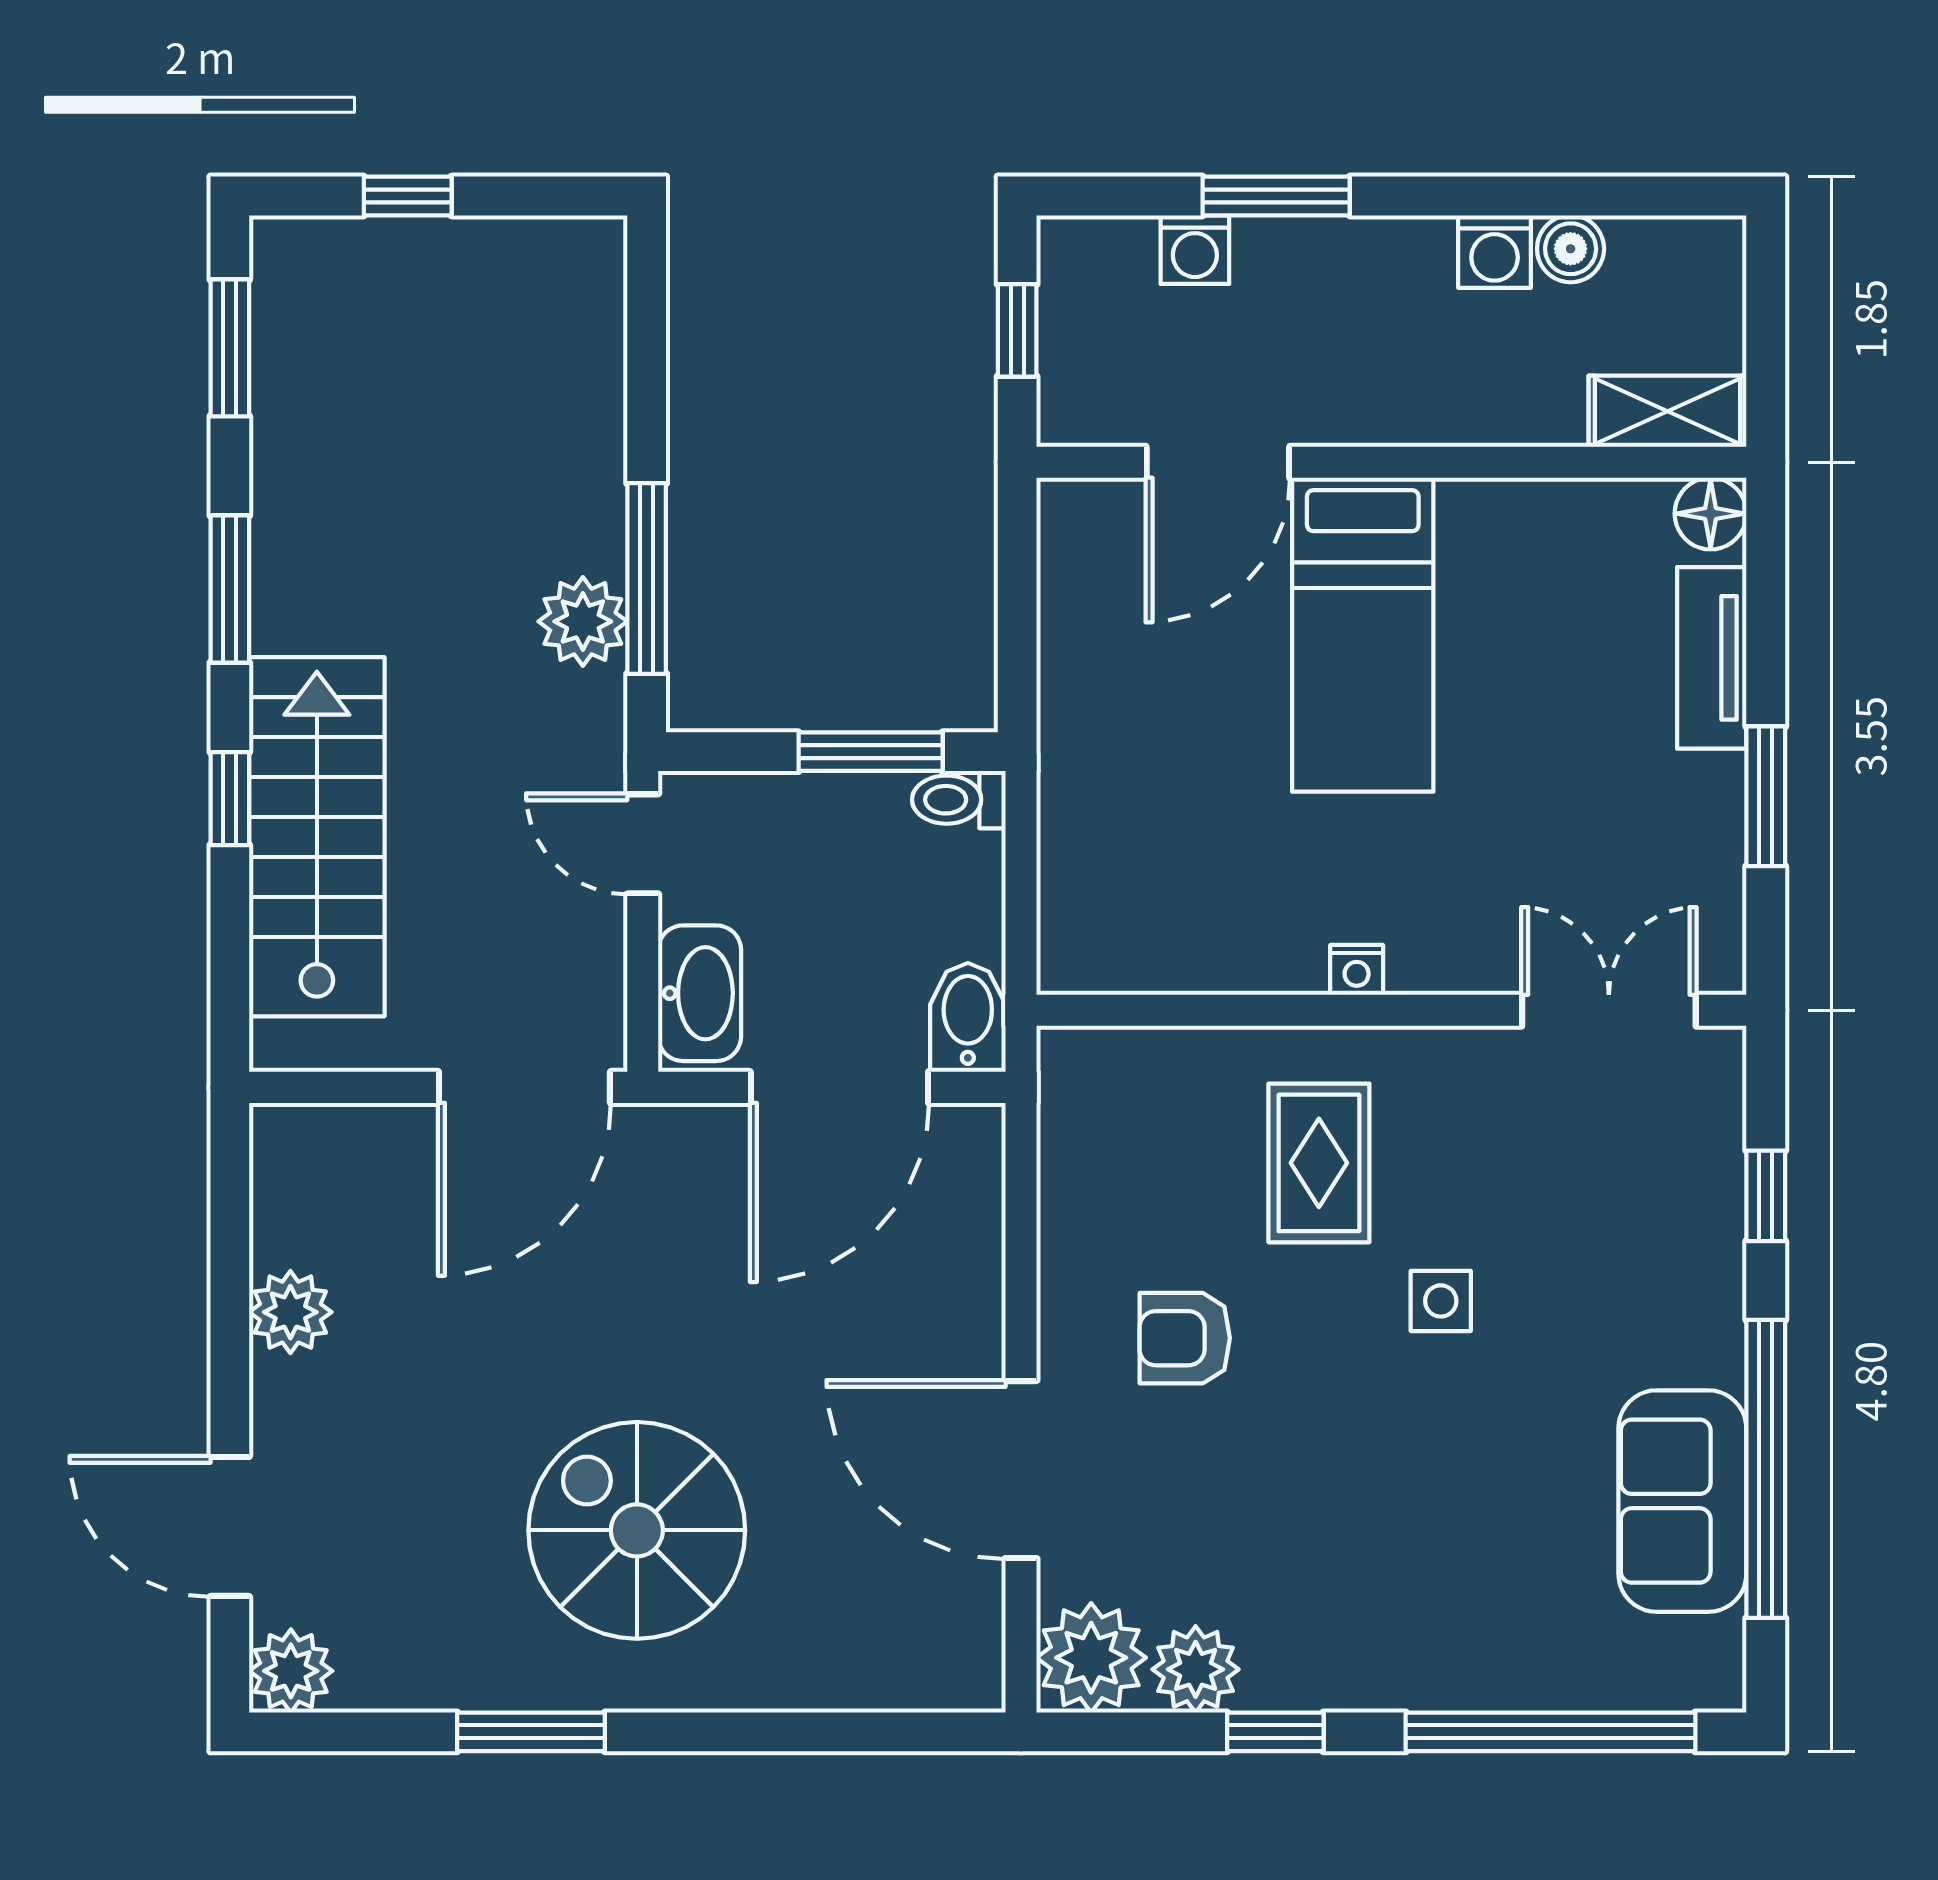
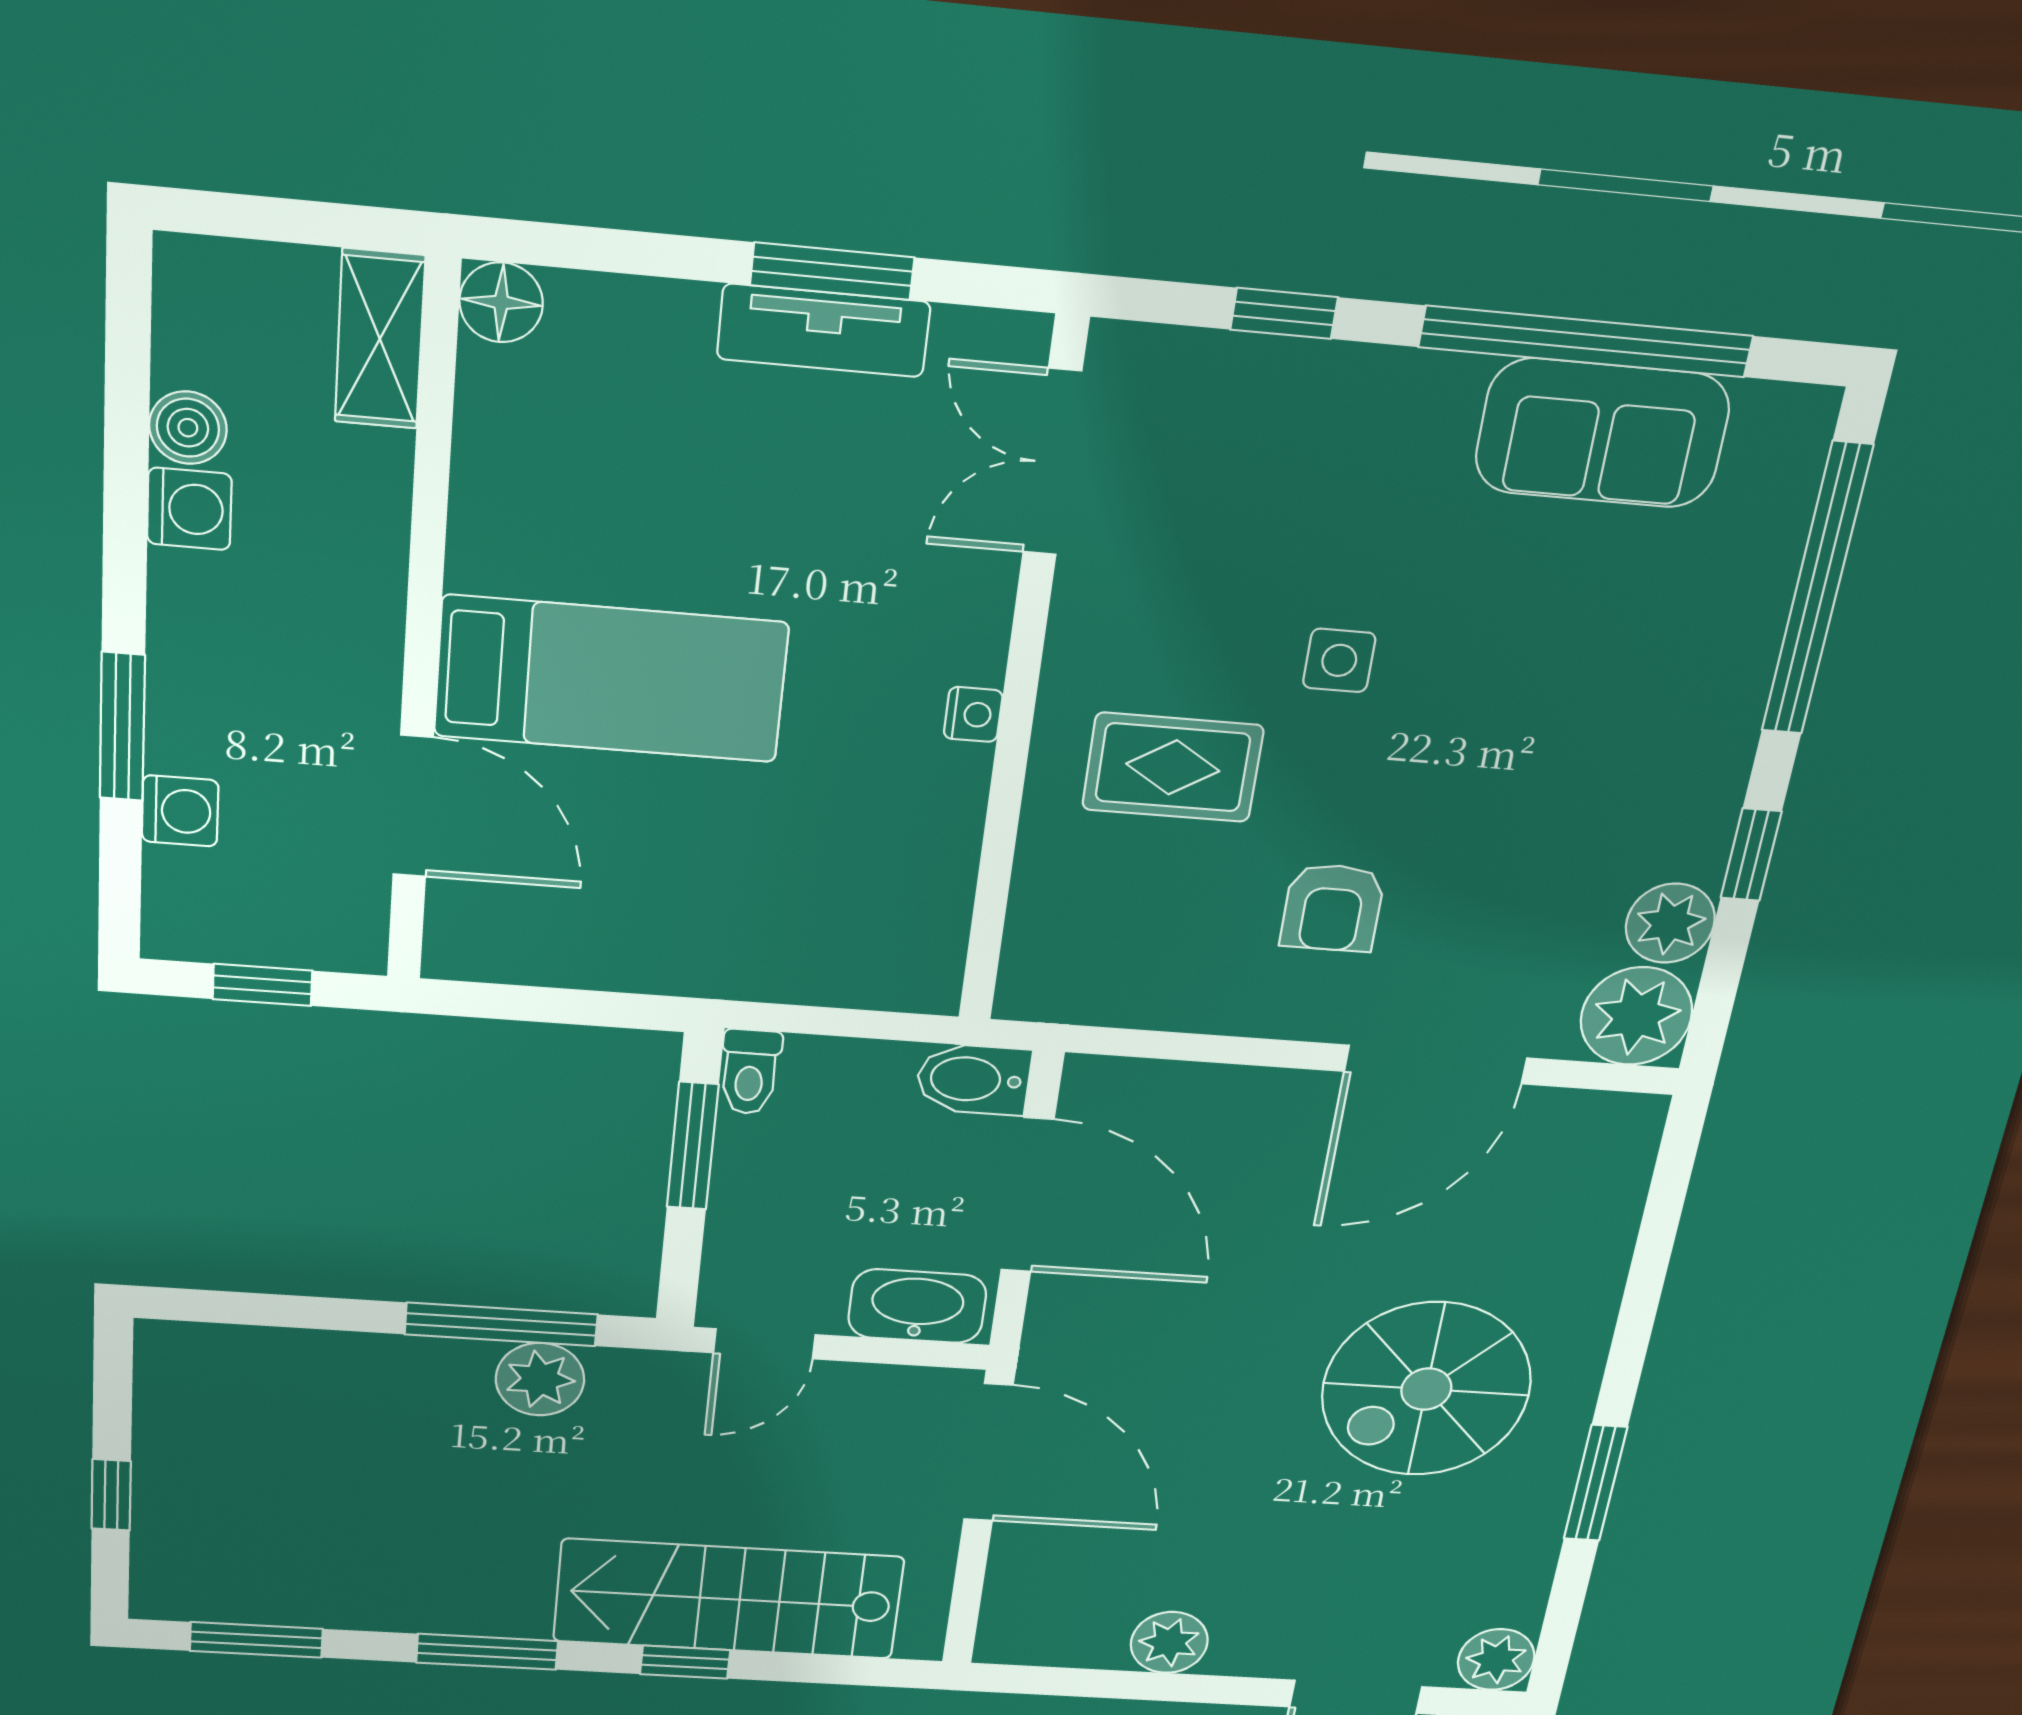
tv unit: (1712, 658) -> (824, 330), moved

